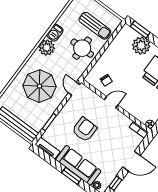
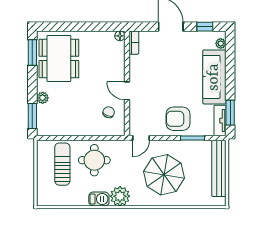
plant: (141, 46) -> (43, 98), width x0.53, depth x0.53
armchair: (84, 129) -> (178, 119), moved
window: (72, 176) -> (230, 113), moved

